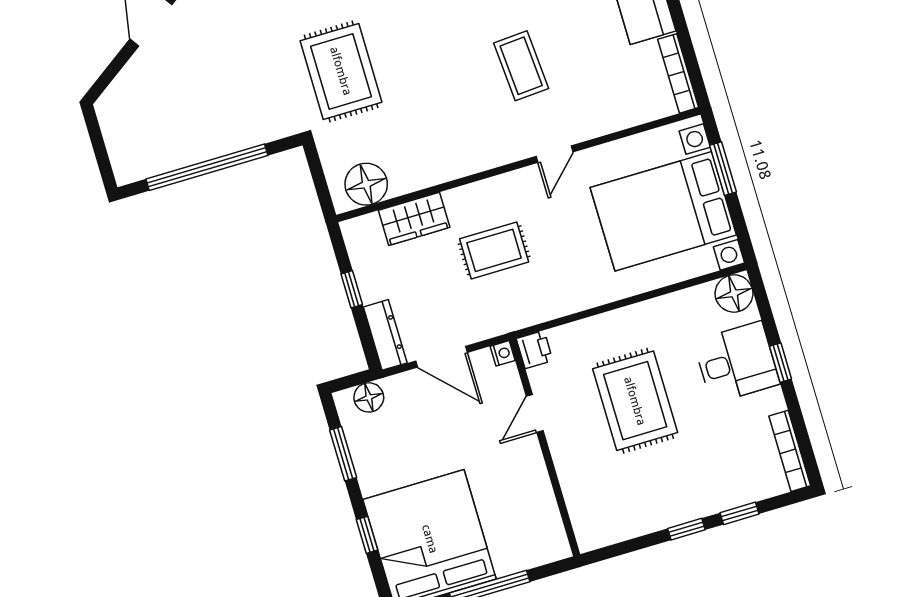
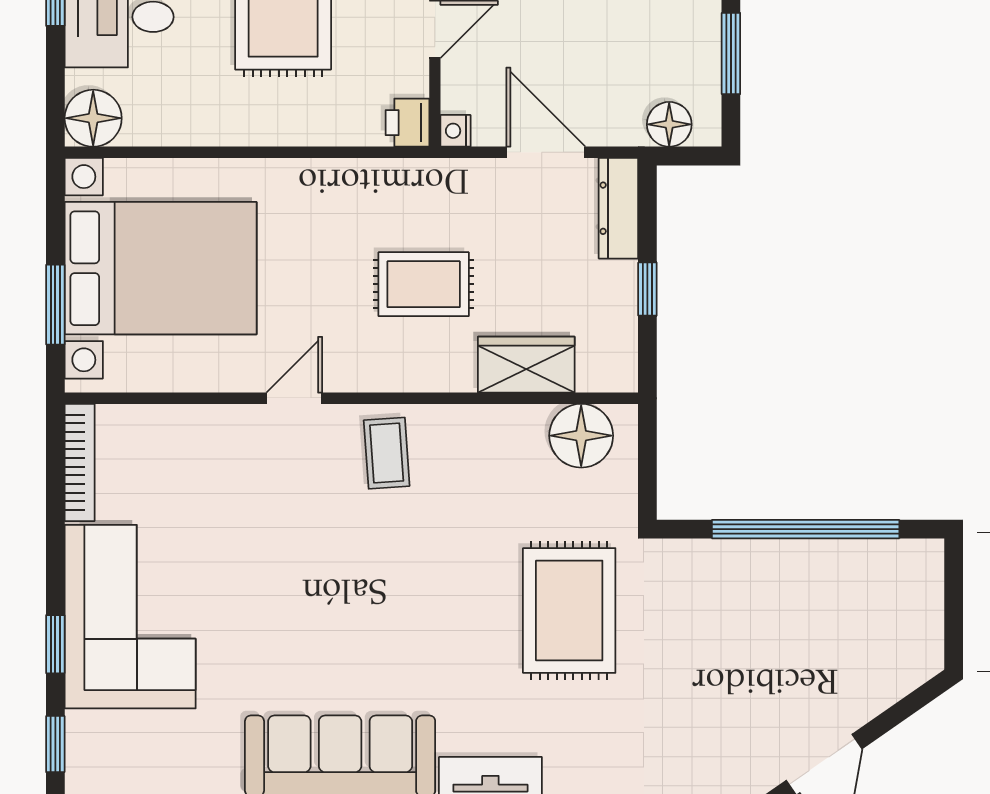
coffee table: (521, 66) -> (387, 453), moved, width x0.73, depth x0.77

